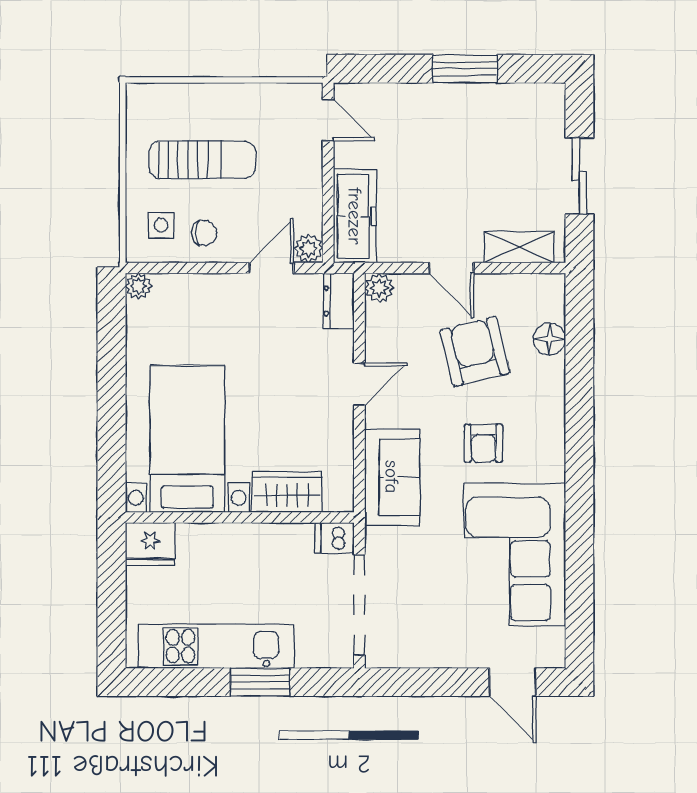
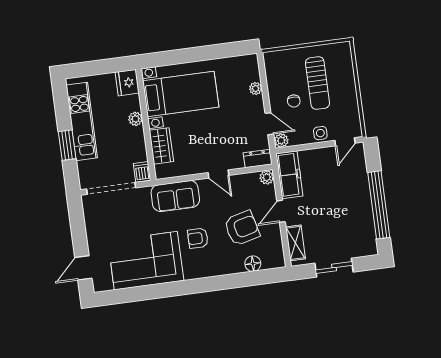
window: (465, 69) -> (379, 205), width x2.11
freezer: (355, 216) -> (289, 175), moved, turned -90
side table: (161, 225) -> (320, 133), moved
chair: (204, 233) -> (294, 101), moved
plant: (138, 286) -> (256, 88), moved
plant: (226, 537) -> (135, 119), added

